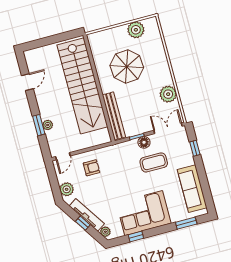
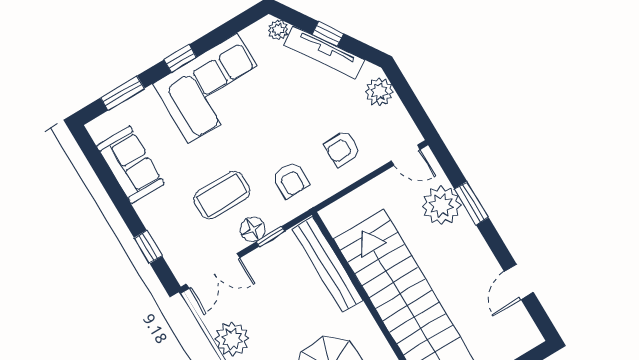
plant: (48, 125) -> (441, 205), width x1.87, depth x1.87
door: (63, 156) -> (406, 155), swing flipped
armchair: (120, 160) -> (290, 180), added
sofa: (192, 189) -> (130, 165), width x0.73
window: (136, 237) -> (180, 58), moved

